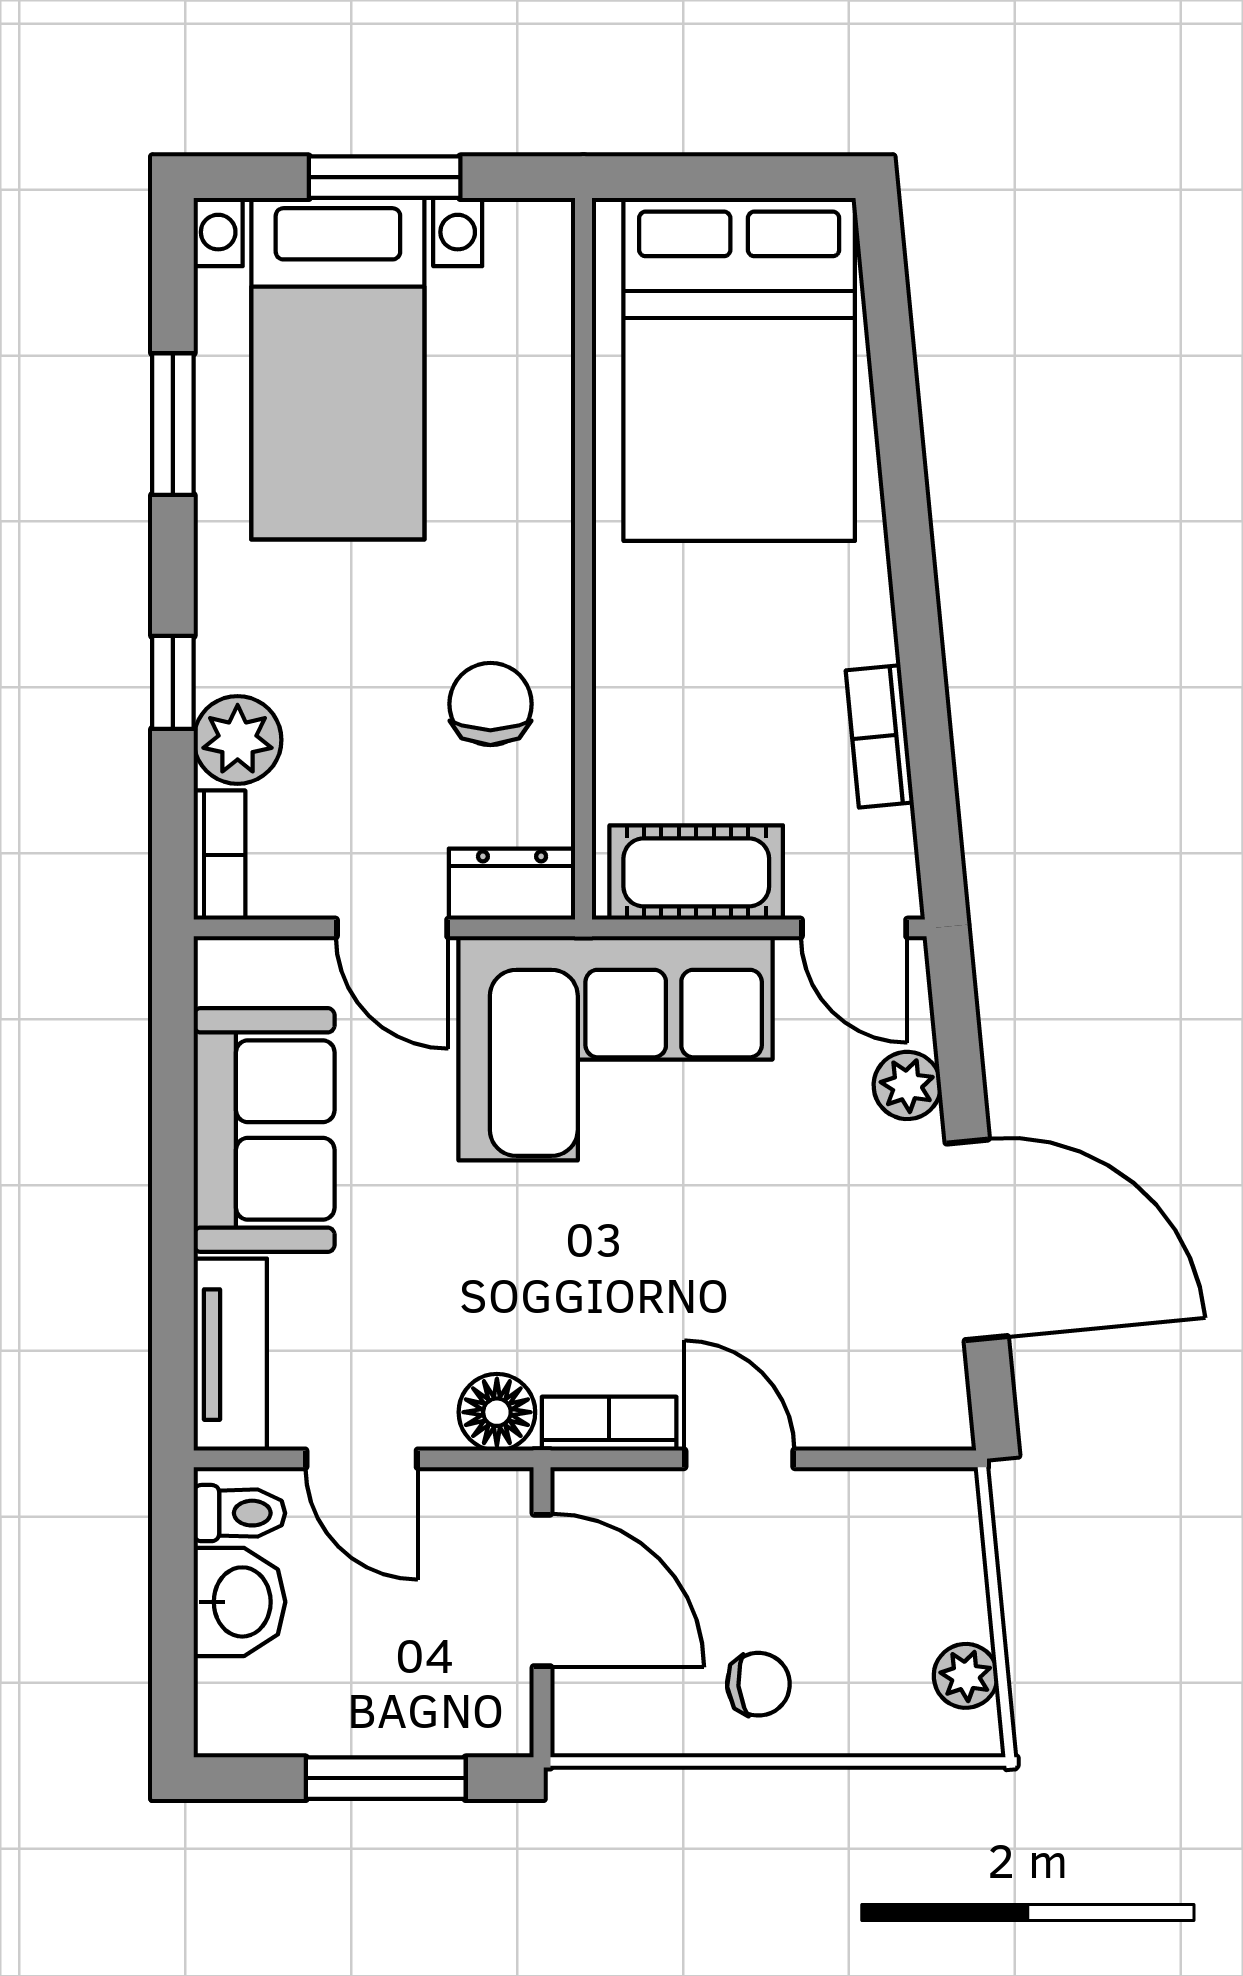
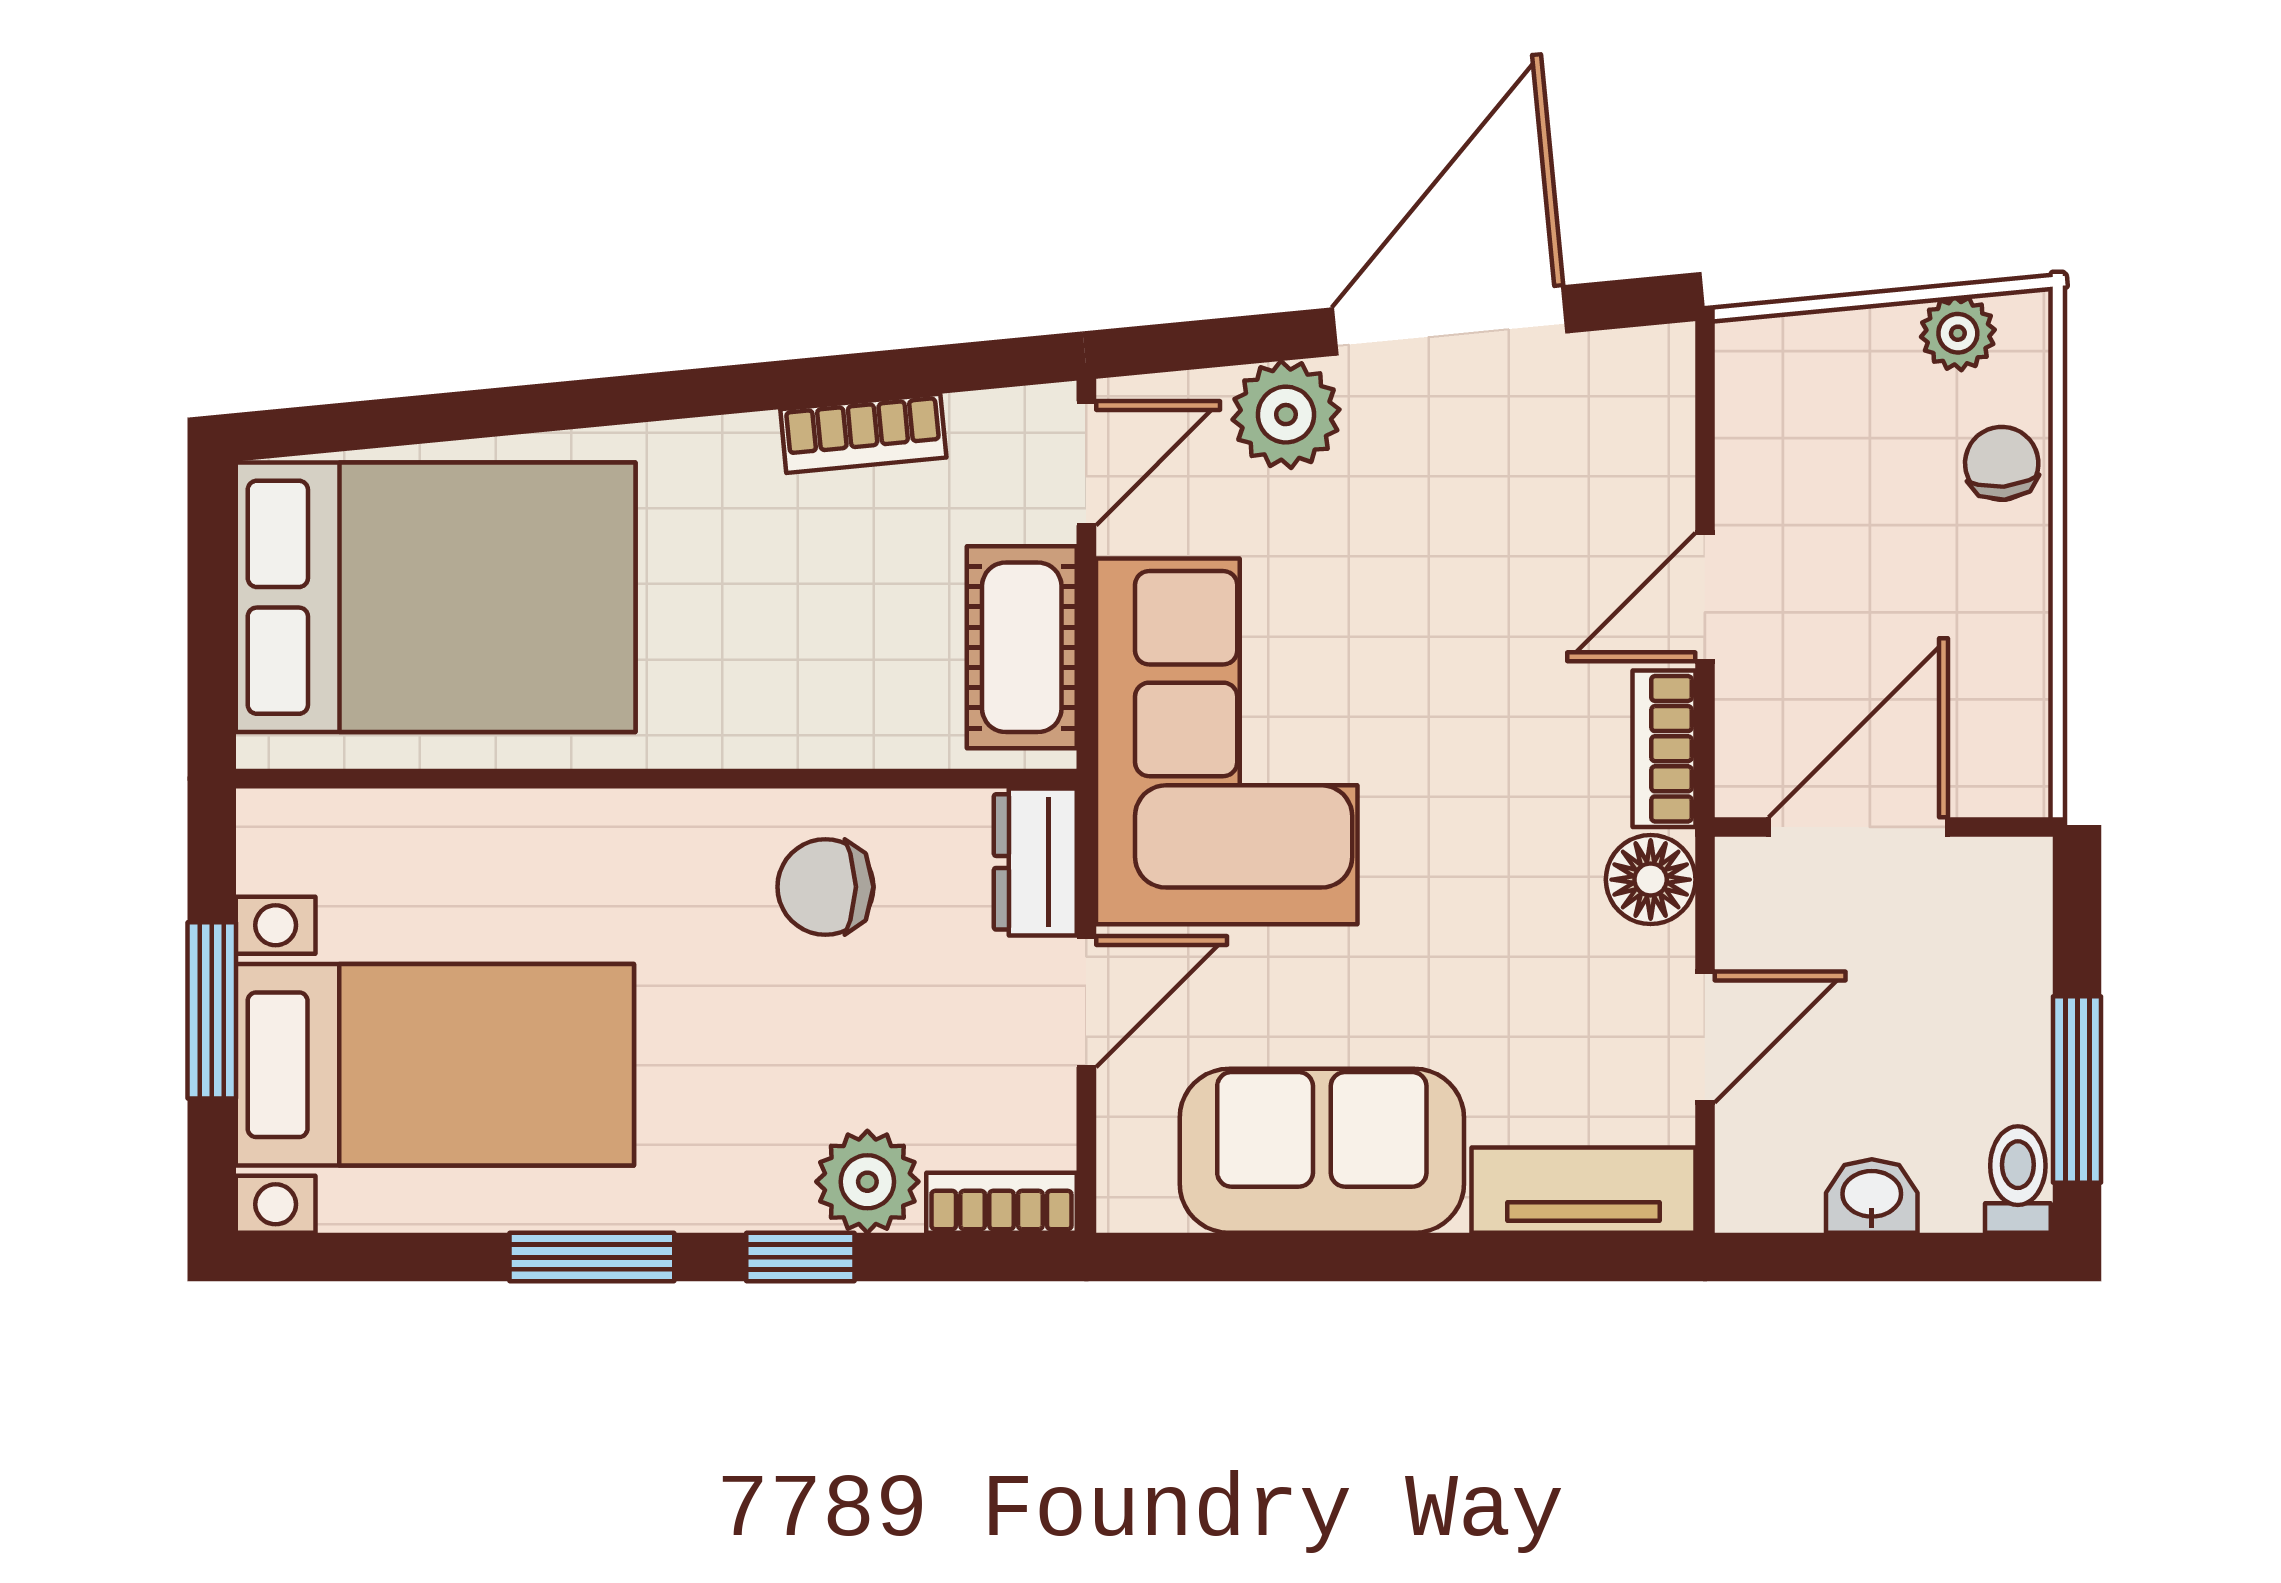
window: (173, 424) -> (592, 1257), moved
plant: (907, 1085) -> (1286, 415), width x1.38, depth x1.38
toilet: (239, 1513) -> (2018, 1180), moved
washbasin: (239, 1602) -> (1872, 1196), width x0.72, depth x0.69
chair: (758, 1684) -> (2002, 463), moved
window: (386, 1778) -> (2077, 1089), moved

